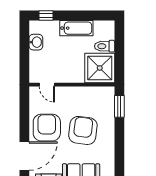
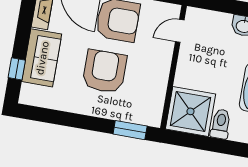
armchair: (83, 130) -> (104, 71), turned -97

